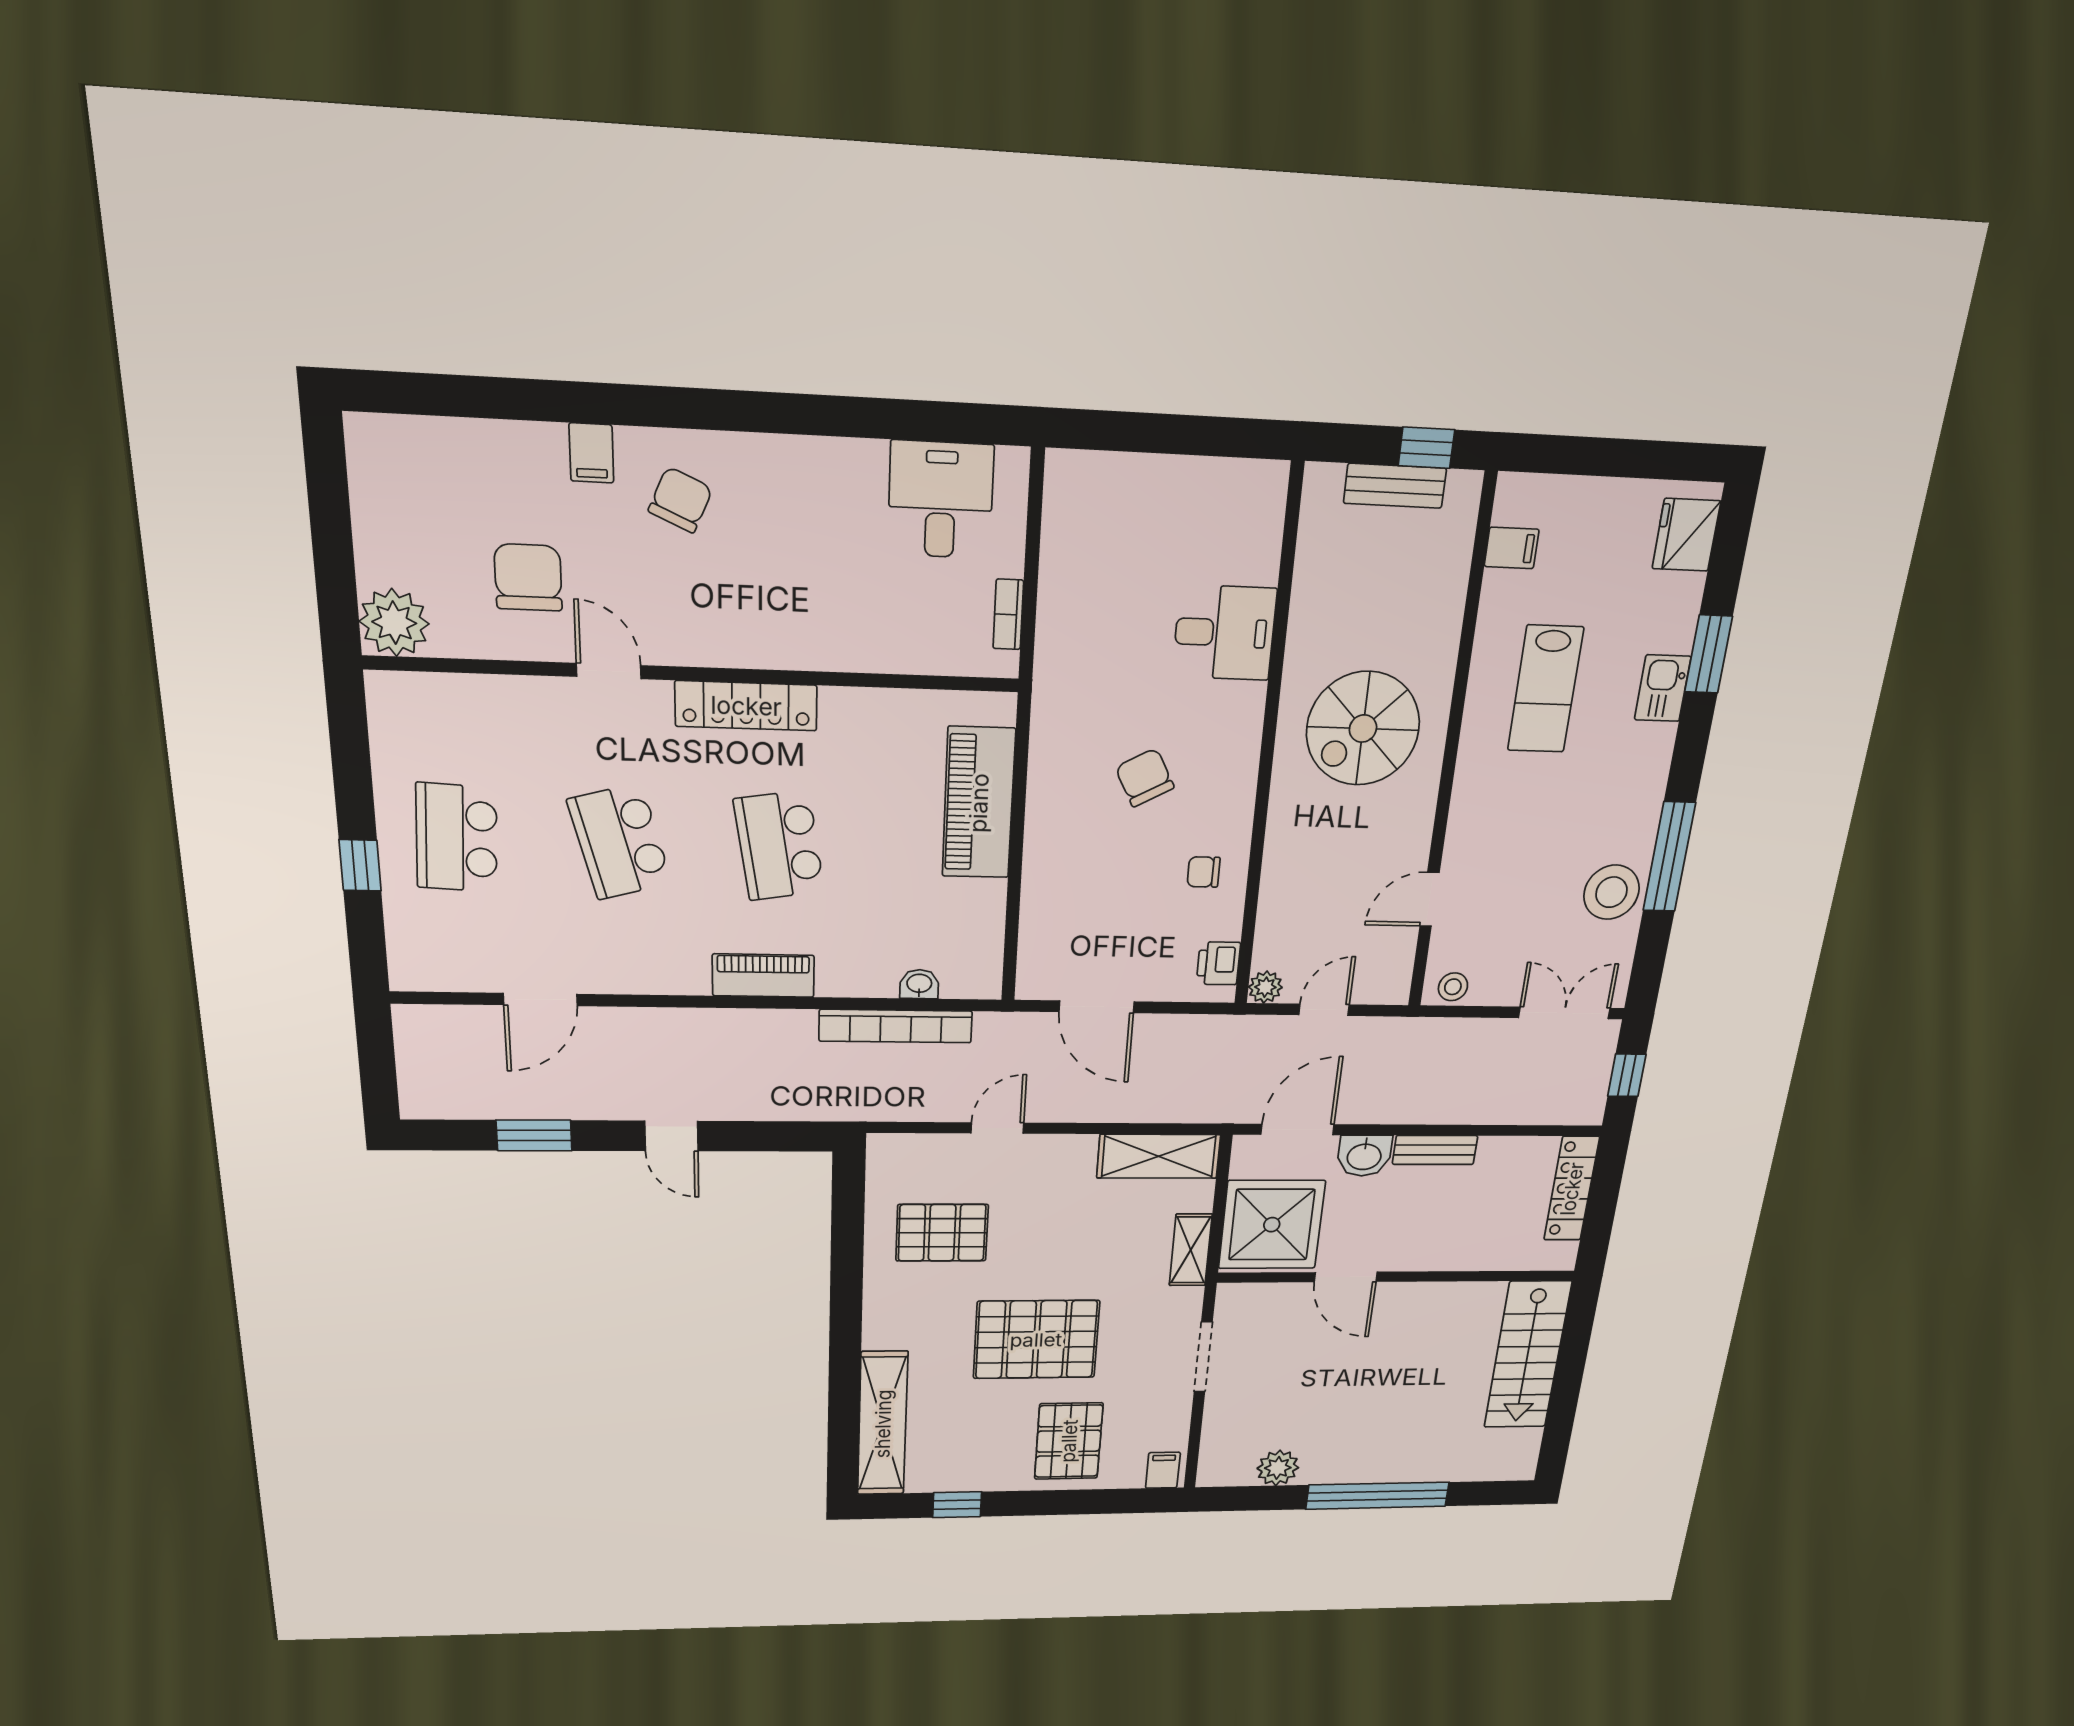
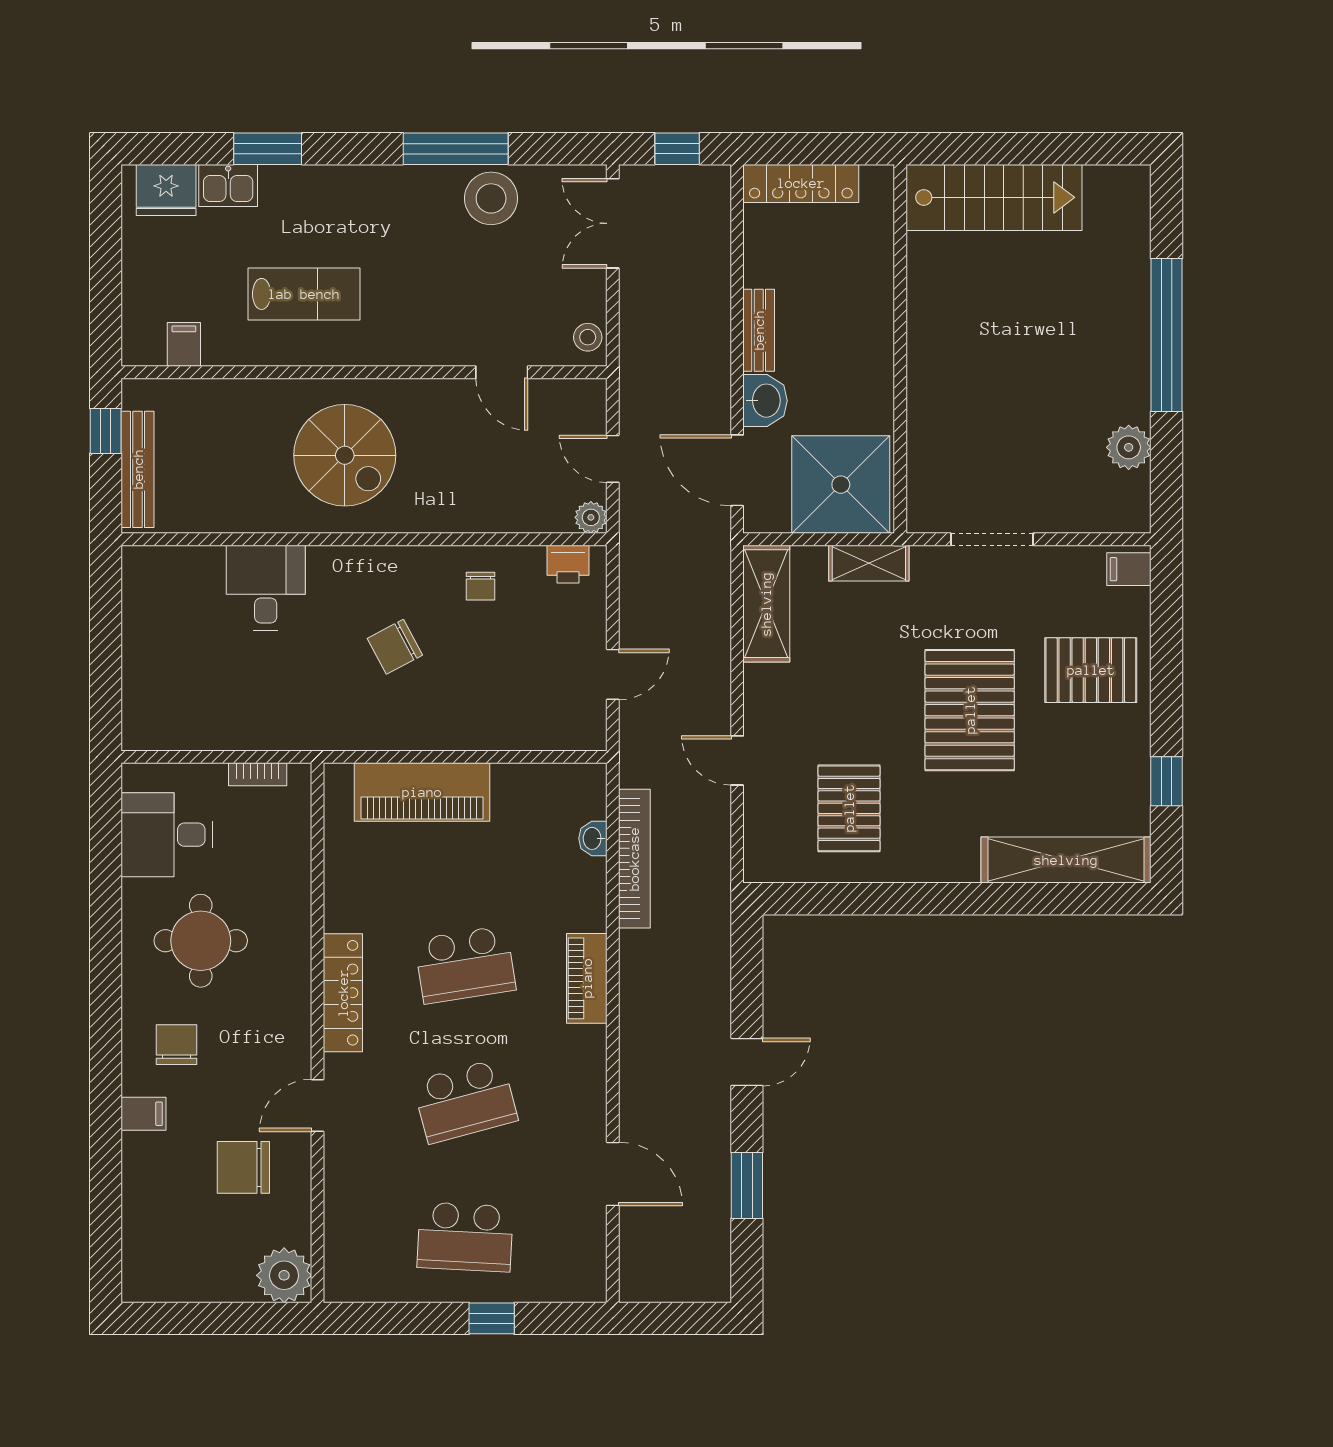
bench: (1395, 486) -> (138, 469), width x1.36
chair: (680, 500) -> (176, 1045), turned 66
round table: (810, 536) -> (201, 941), added
kitchen sink: (1663, 688) -> (228, 186), moved
door: (1097, 1007) -> (613, 674), width x0.73
door: (1346, 1277) -> (900, 402), removed

